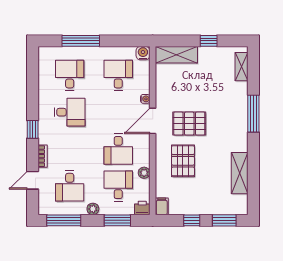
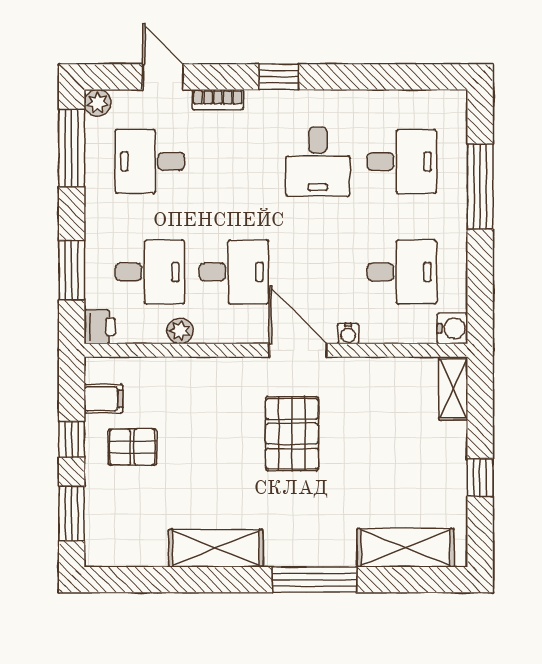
shelving: (176, 55) -> (453, 388), width x0.67, depth x0.75
shelving: (241, 67) -> (405, 548), width x1.50, depth x1.33
desk: (118, 149) -> (234, 272), turned 180
pallet: (183, 161) -> (132, 447), moved, width x0.67, depth x0.71
shelving: (240, 173) -> (216, 548), moved
filing cabinet: (162, 206) -> (104, 399), moved
plant: (93, 209) -> (98, 103), moved

